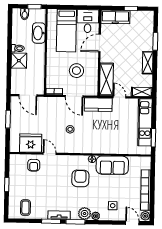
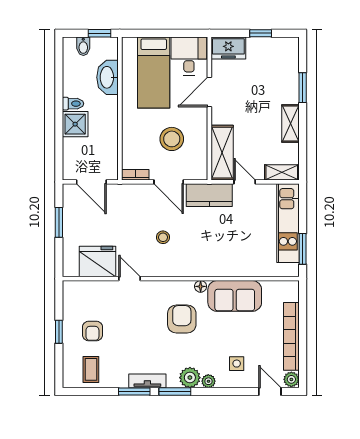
freezer: (115, 17) -> (228, 48), width x0.71
armchair: (34, 165) -> (92, 331), moved

